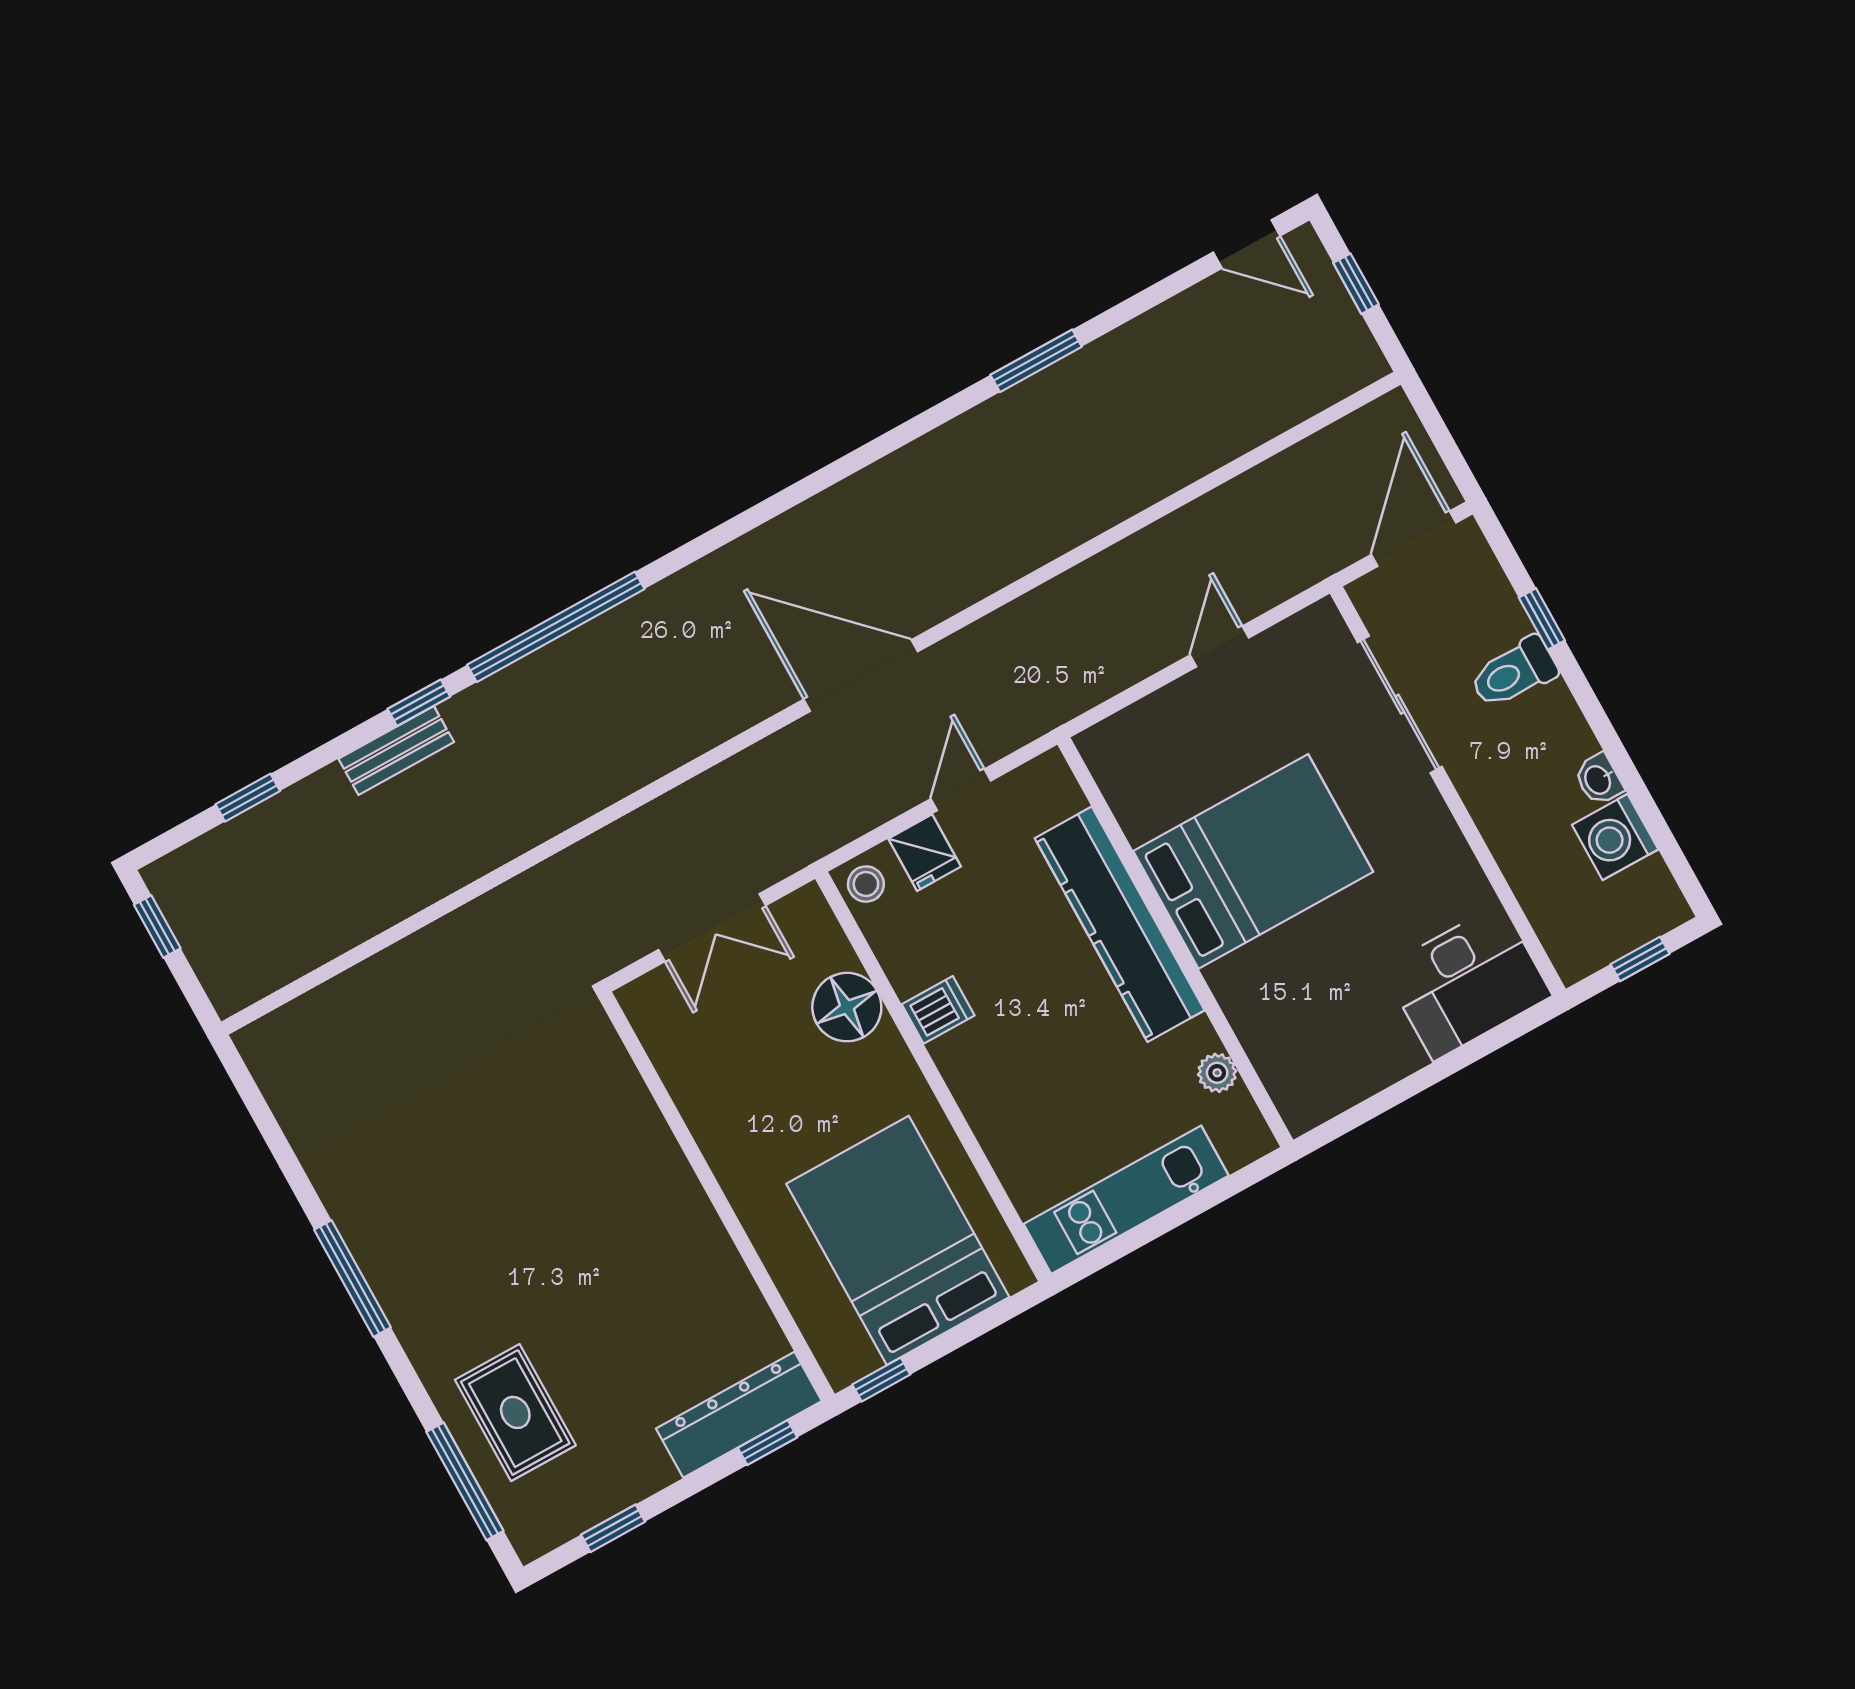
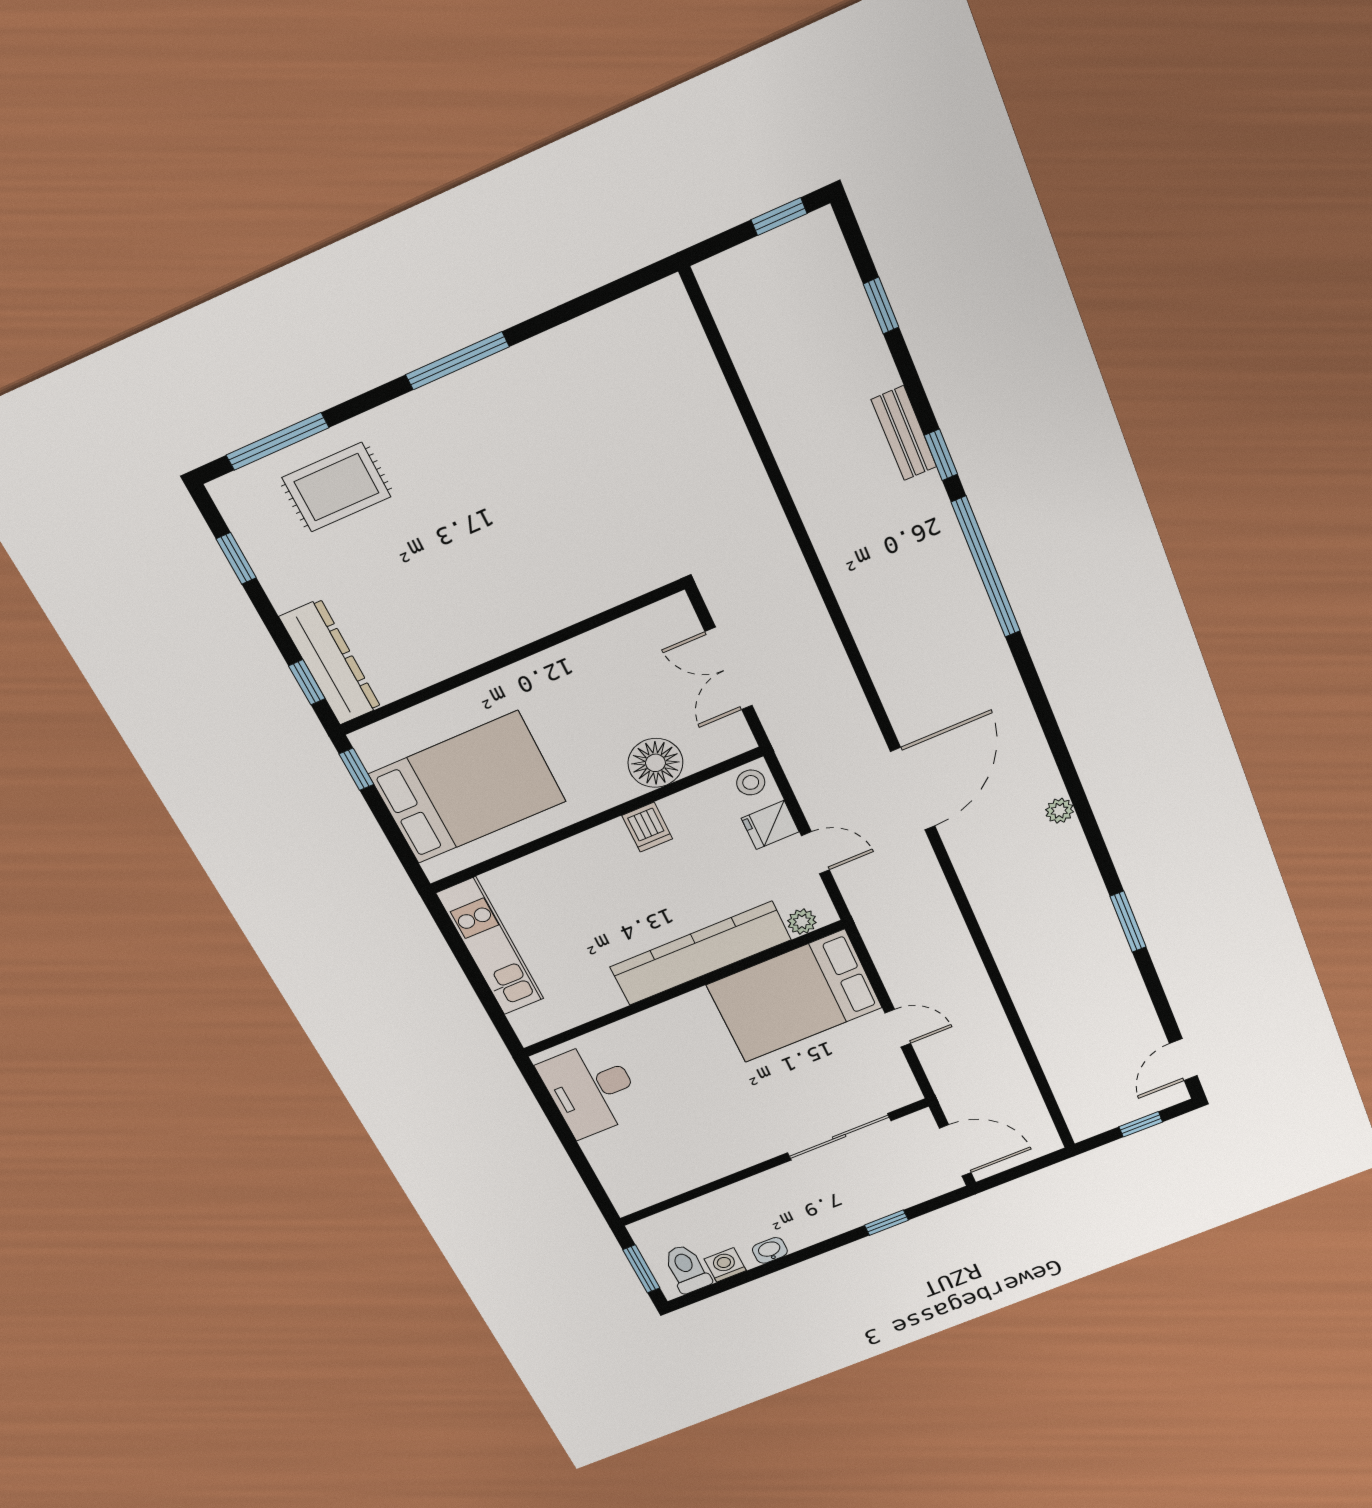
plant: (879, 480) -> (1060, 811), added
toilet: (1514, 673) -> (687, 1269), moved
washing machine: (1615, 837) -> (725, 1265), width x0.73, depth x0.73
bed: (1253, 861) -> (794, 996), moved, turned 90
window: (1640, 959) -> (641, 1269), width x1.50
desk: (1467, 982) -> (591, 1089), moved
plant: (1217, 1073) -> (802, 922), moved

